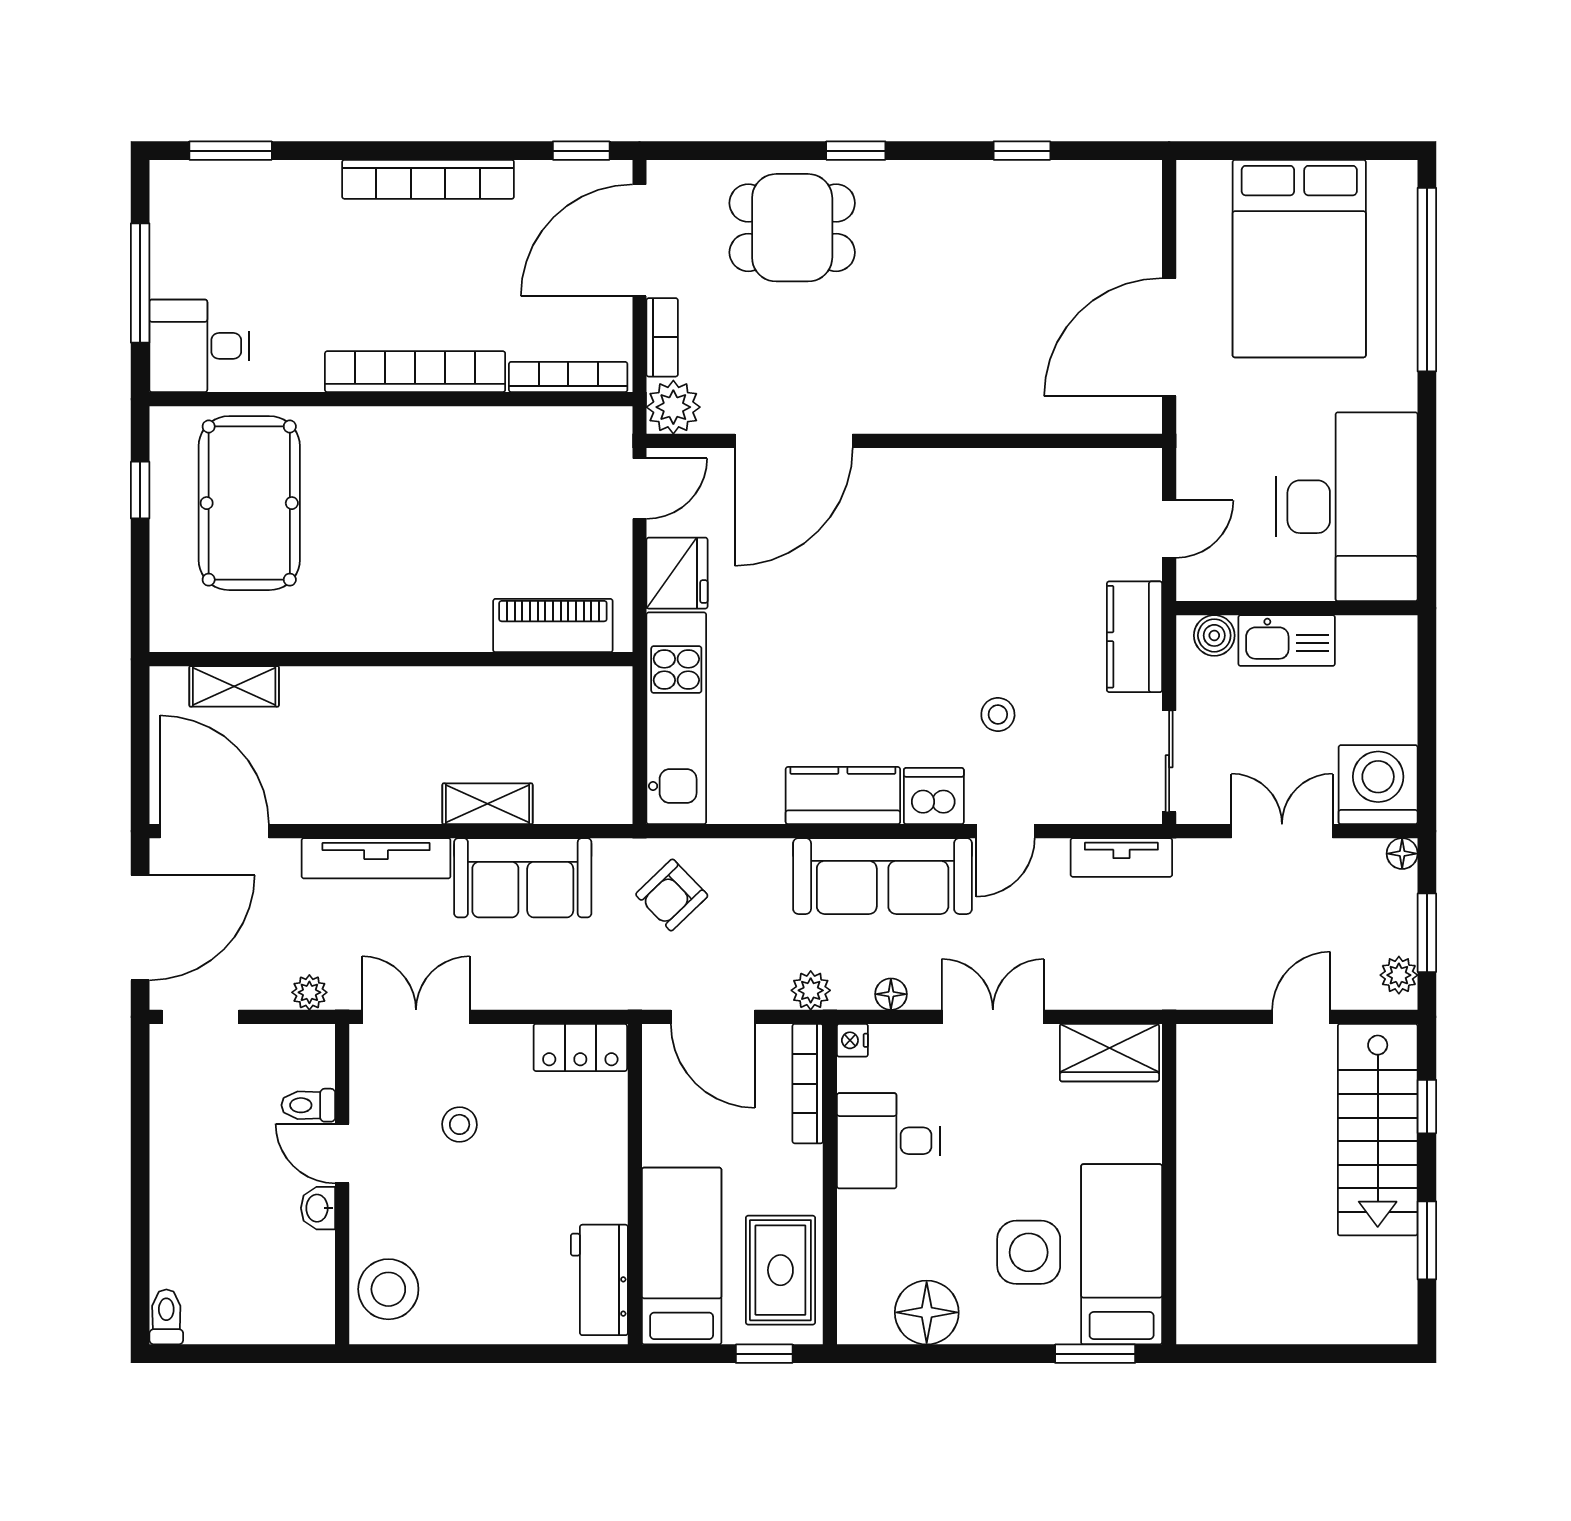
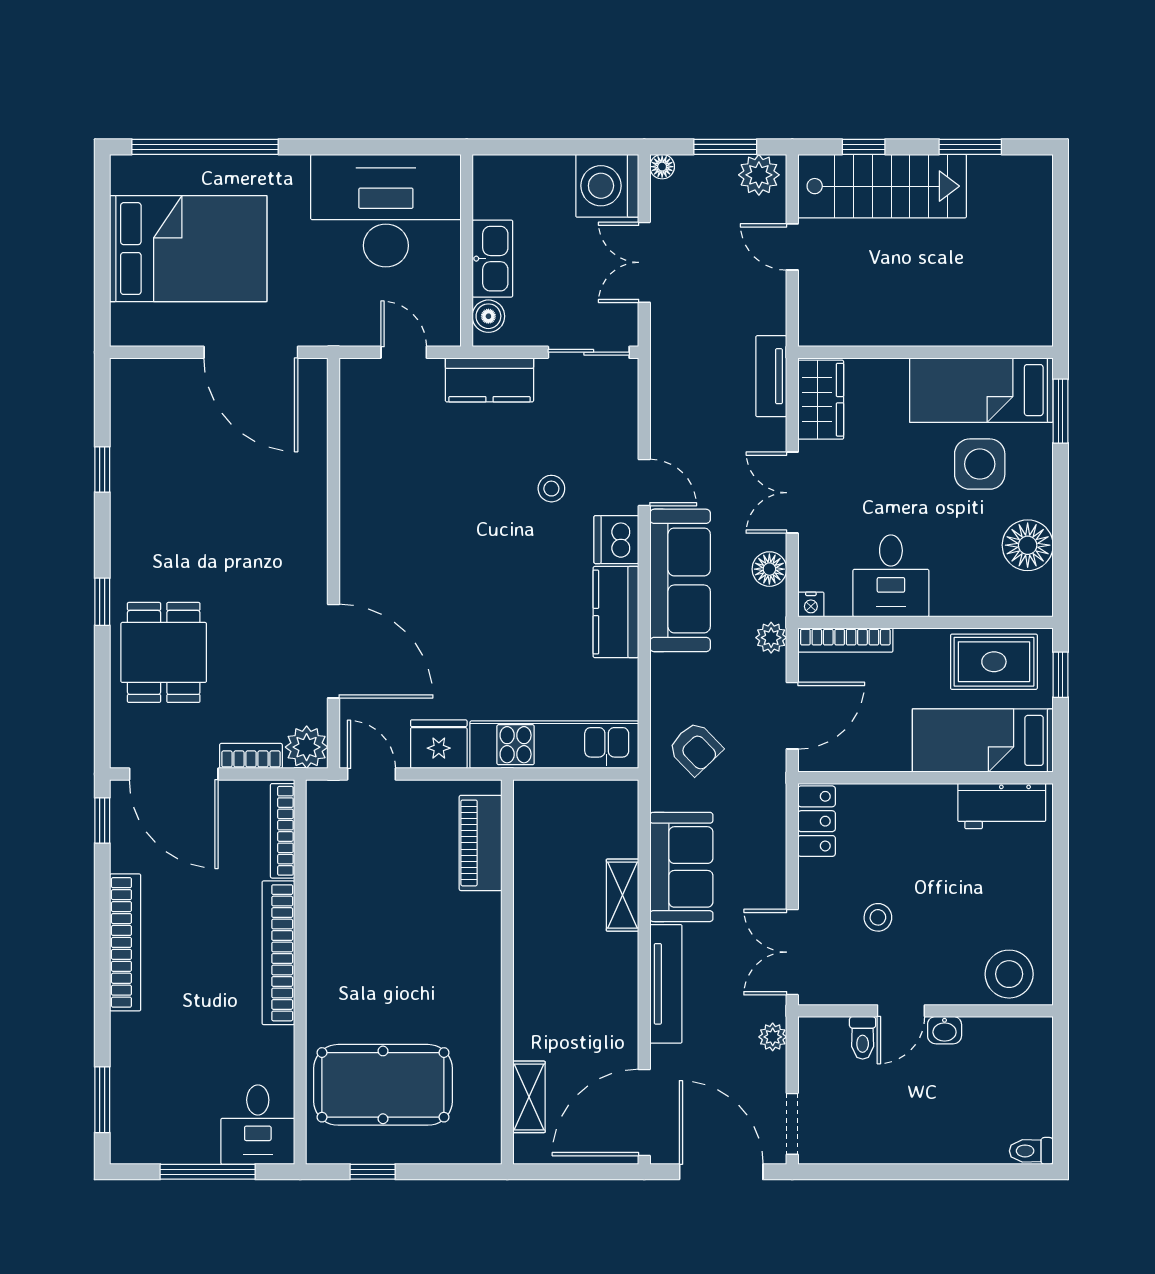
tv unit: (1121, 857) -> (771, 376), moved, turned 180
plant: (1399, 975) -> (759, 175), width x1.38, depth x1.38
floor lamp: (891, 994) -> (769, 569), width x1.37, depth x1.37

